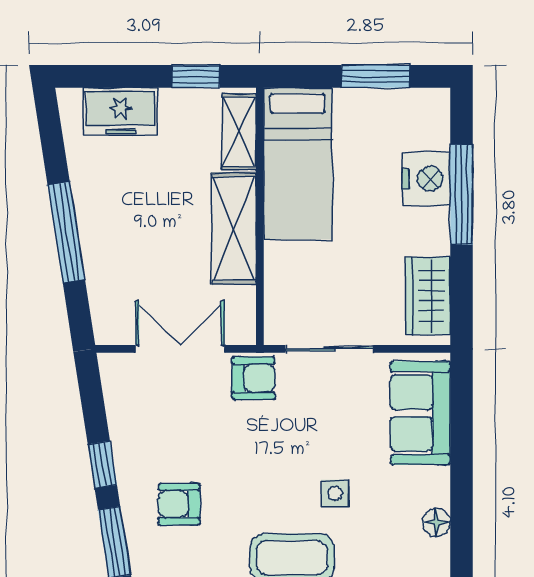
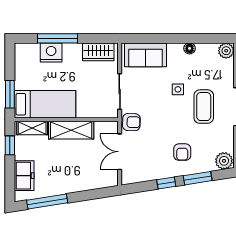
window: (376, 76) -> (10, 94), moved
window: (66, 232) -> (47, 202), moved
armchair: (254, 378) -> (131, 122), turned 91

